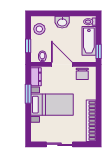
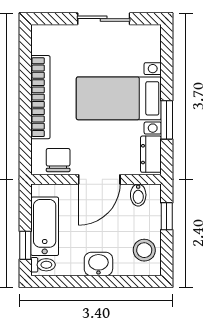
window: (99, 51) -> (25, 245), moved
door: (62, 64) -> (99, 179), hinge flipped
bookcase: (91, 121) -> (40, 97), moved

